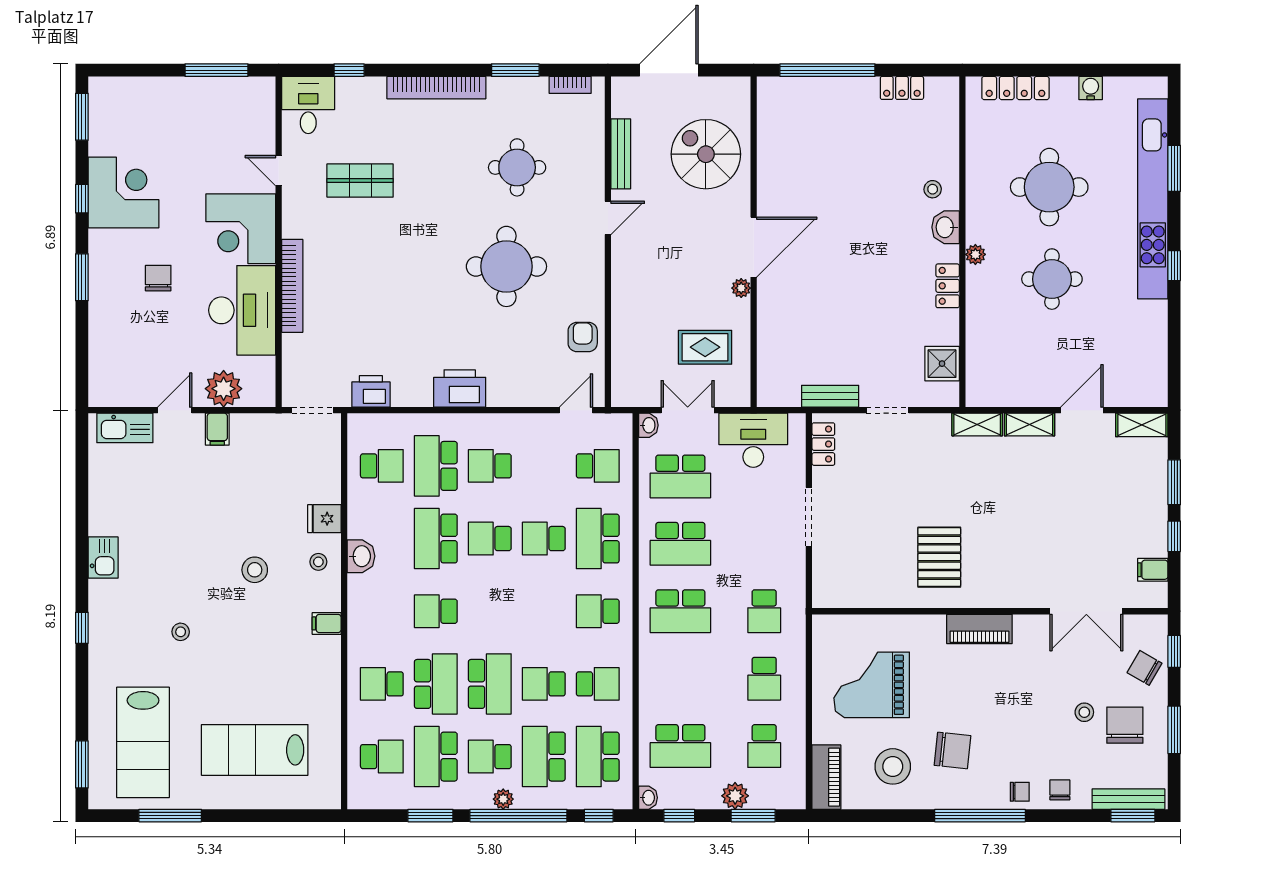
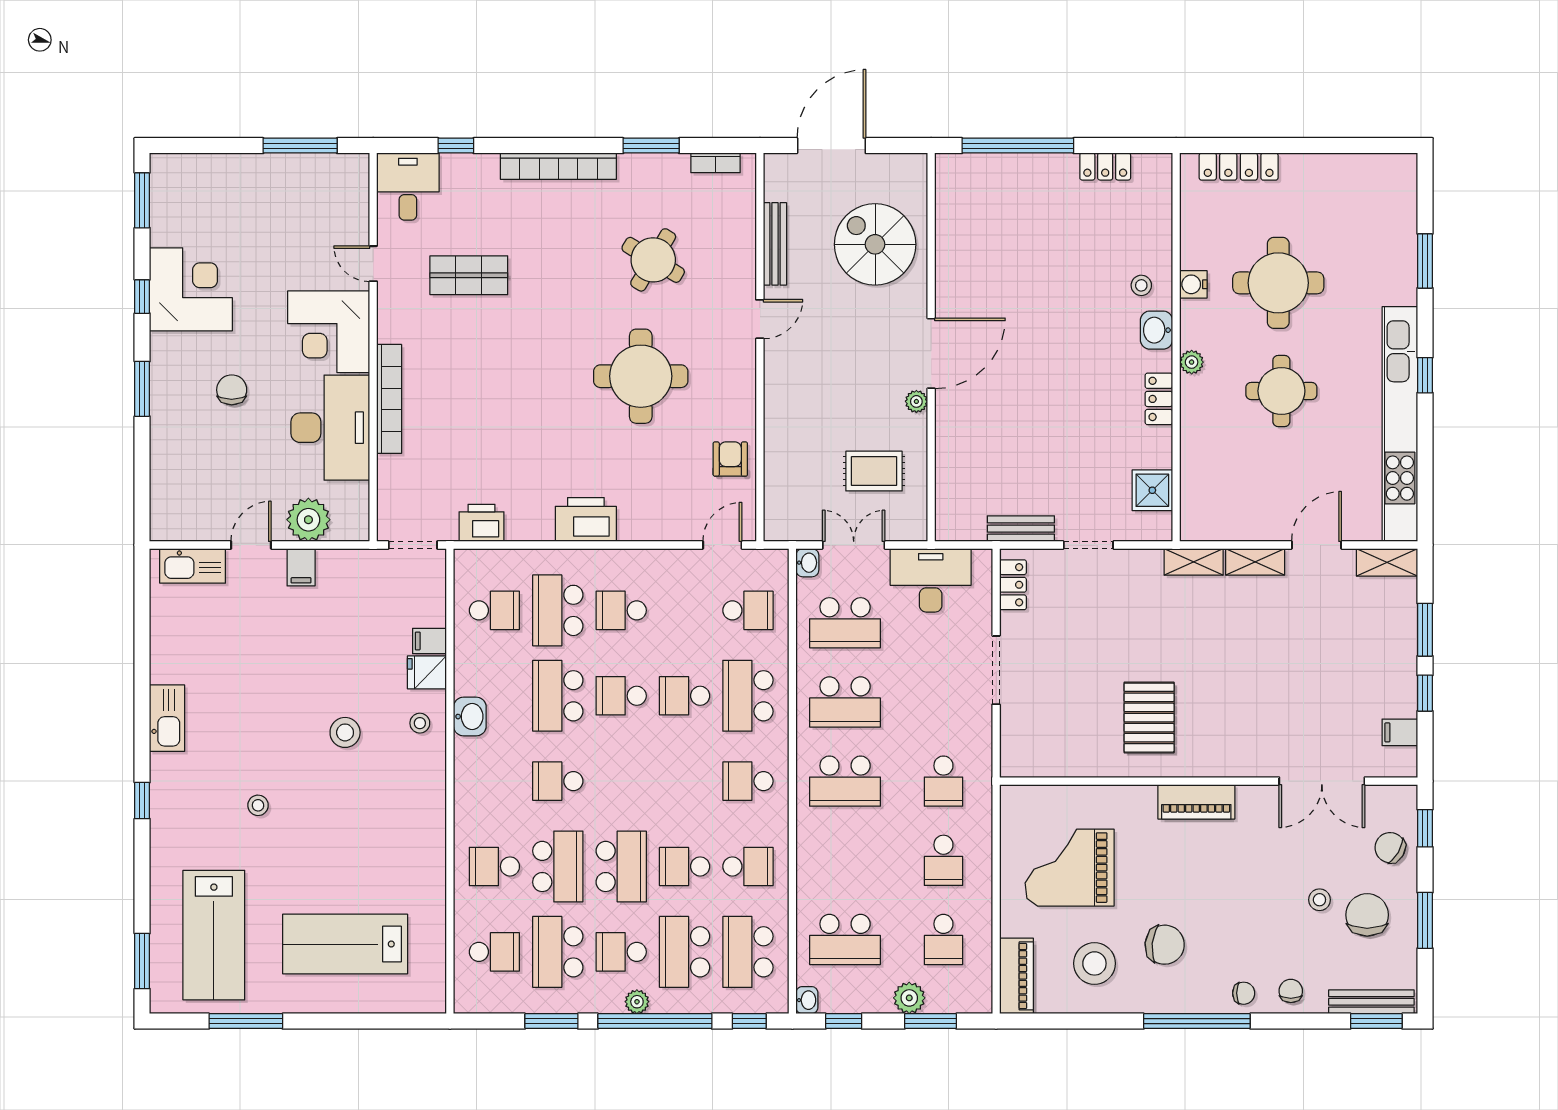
water cooler: (1091, 88) -> (1193, 284), moved, turned -90
round table: (517, 167) -> (653, 260), turned 31
kitchen unit: (1153, 199) -> (1400, 424), moved
kitchen sink: (103, 558) -> (167, 718), width x1.38
filing cabinet: (327, 623) -> (430, 641), moved

